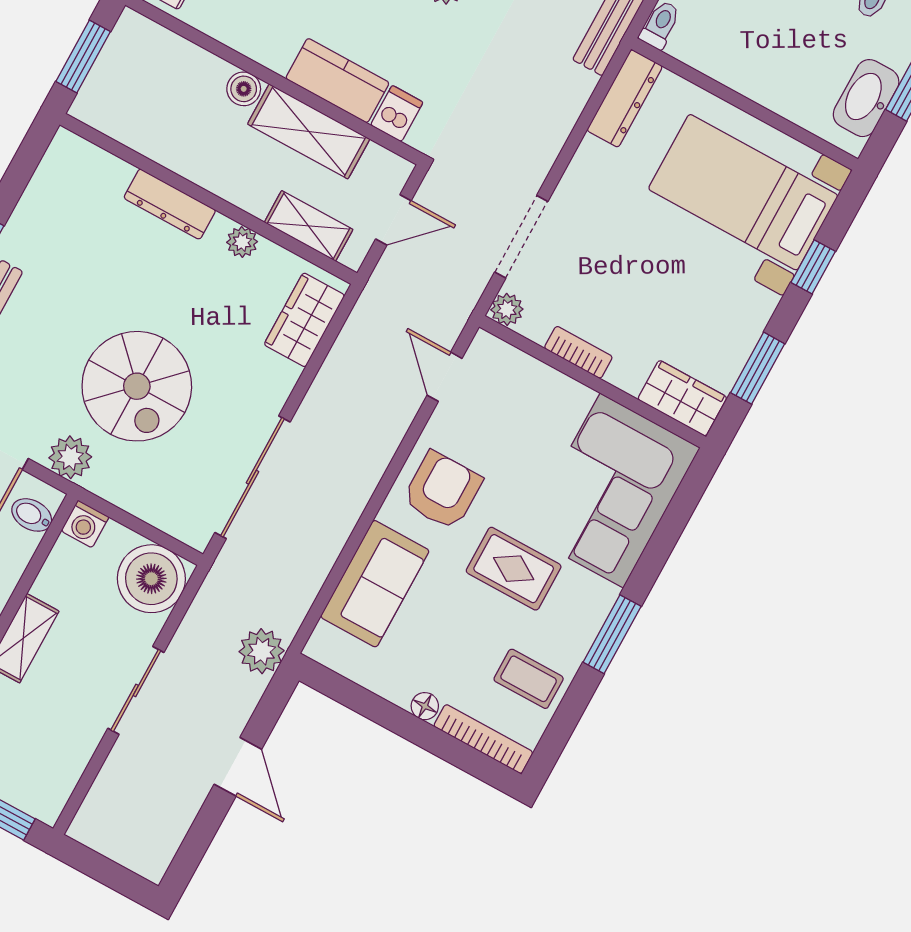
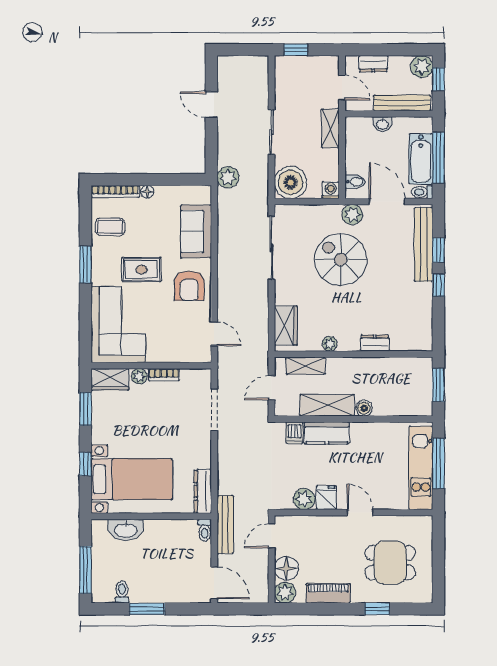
washbasin: (866, 98) -> (126, 530), moved, turned 90
dresser: (170, 204) -> (375, 343), width x0.70
plant: (507, 309) -> (139, 376), moved
door: (238, 767) -> (211, 105), moved

